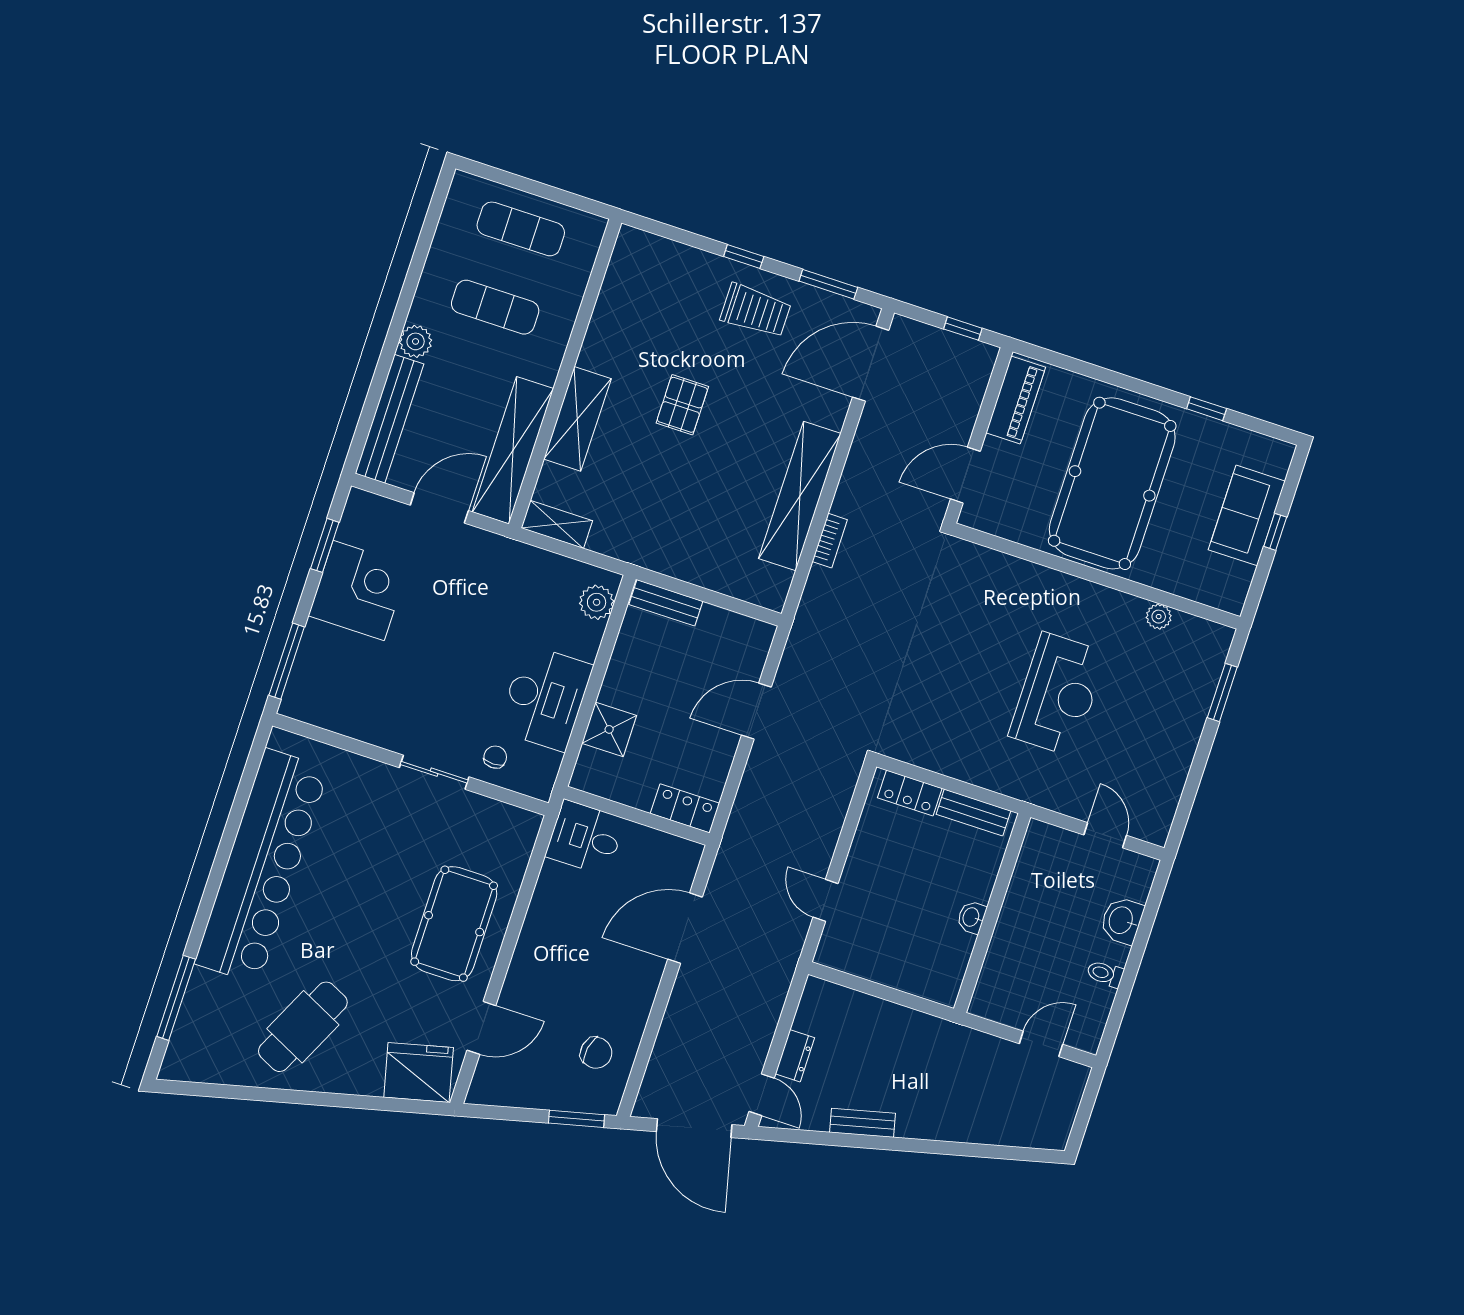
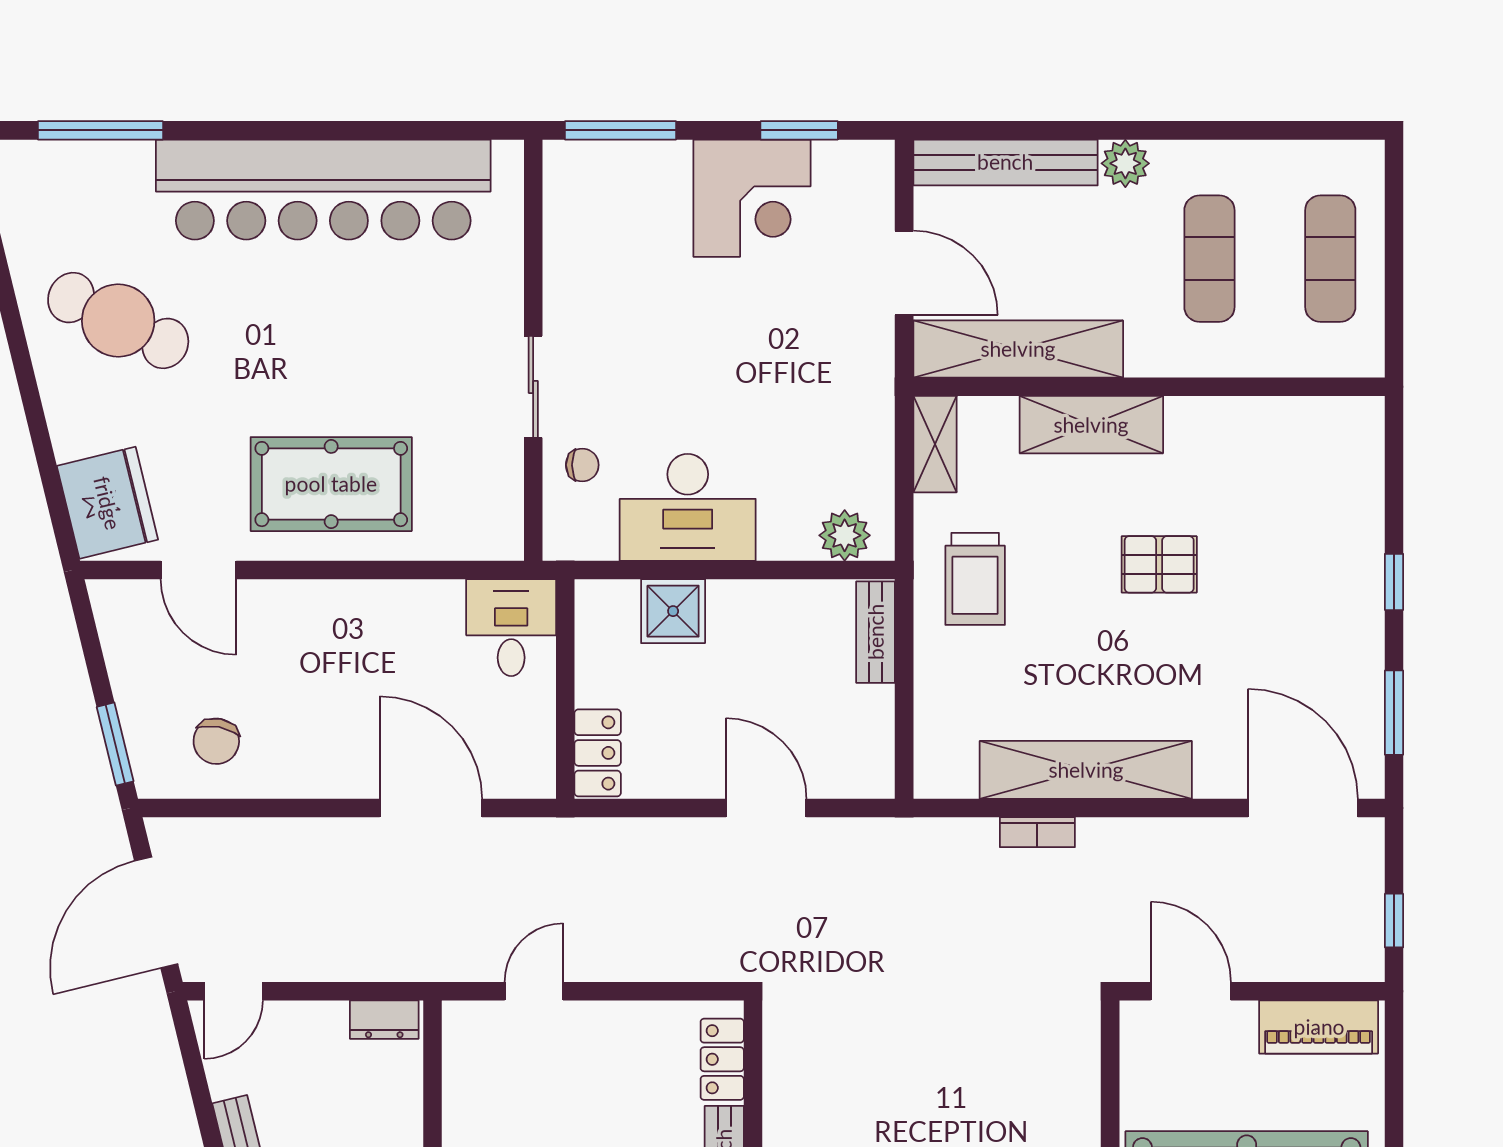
trolley: (756, 311) -> (975, 579), moved
dresser: (795, 1056) -> (384, 1020), moved

